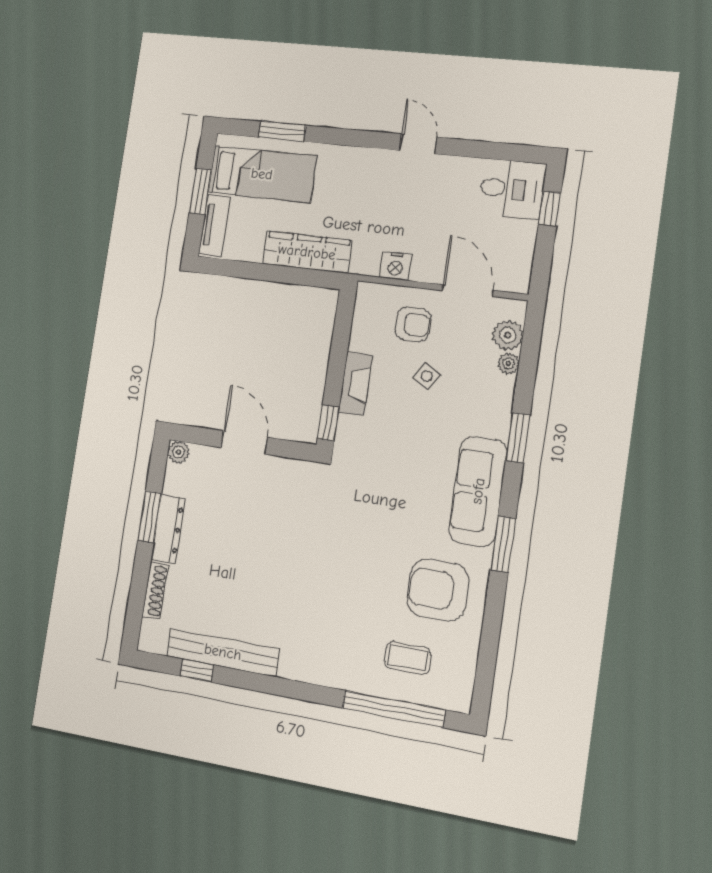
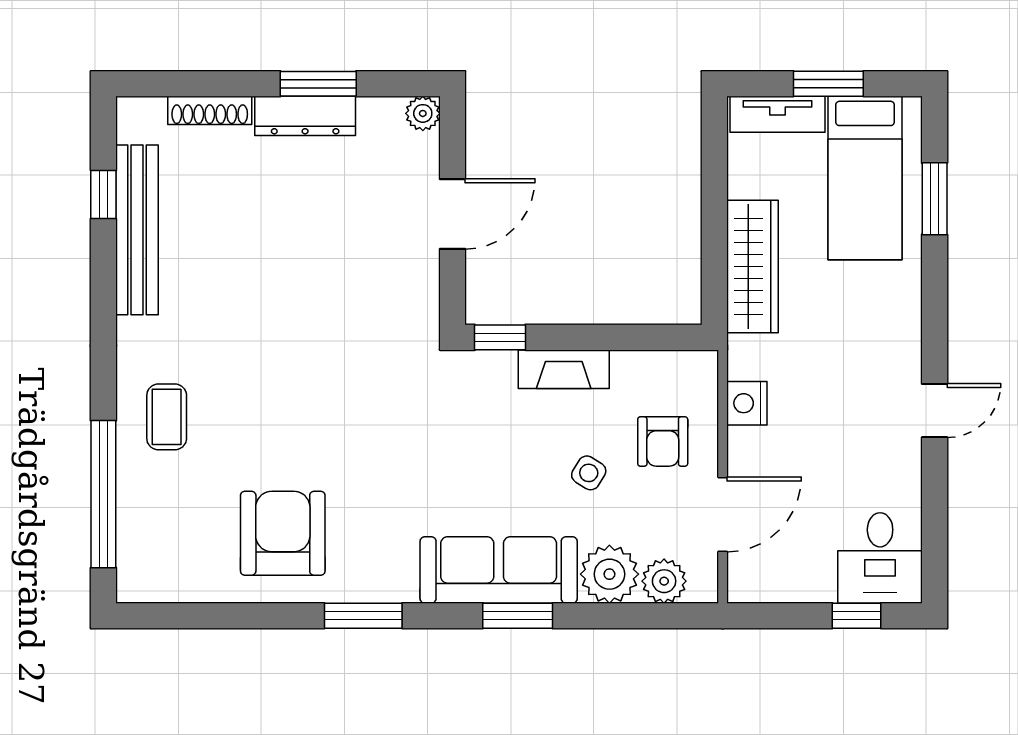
plant: (508, 363) -> (609, 574), width x1.88, depth x1.88
sofa: (478, 491) -> (499, 570), moved
coffee table: (408, 658) -> (167, 417), moved

